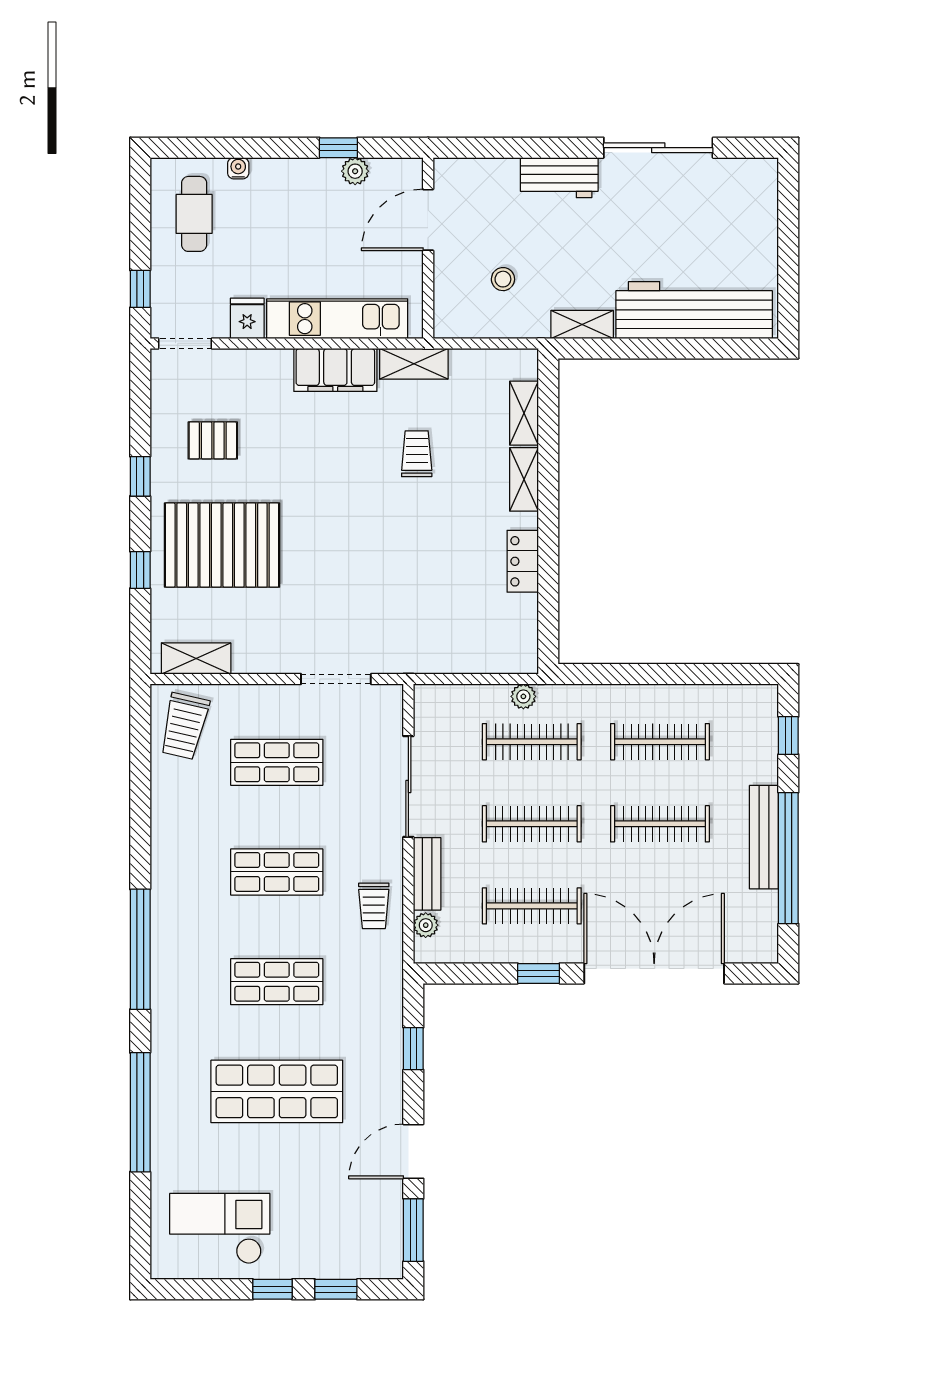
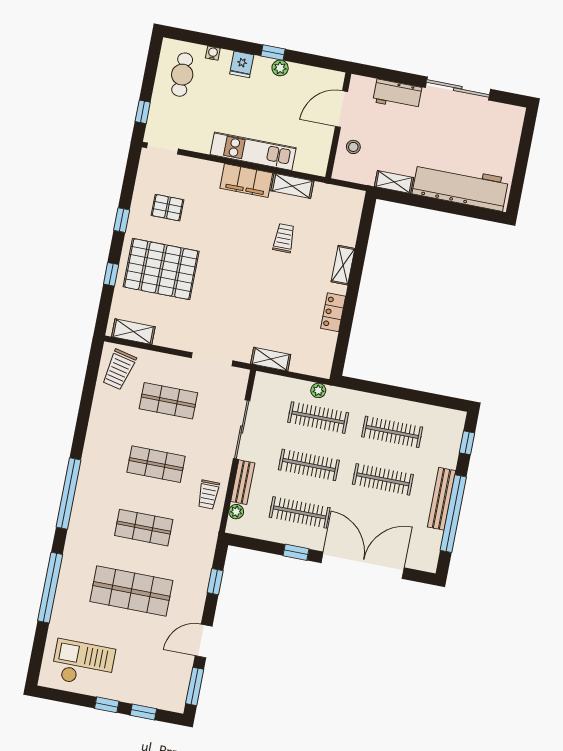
door: (428, 220) -> (341, 109), moved
wall: (428, 248) -> (338, 125), moved
fridge: (247, 318) -> (242, 64), moved, turned 180
shelving: (524, 413) -> (271, 359), moved, turned 90

